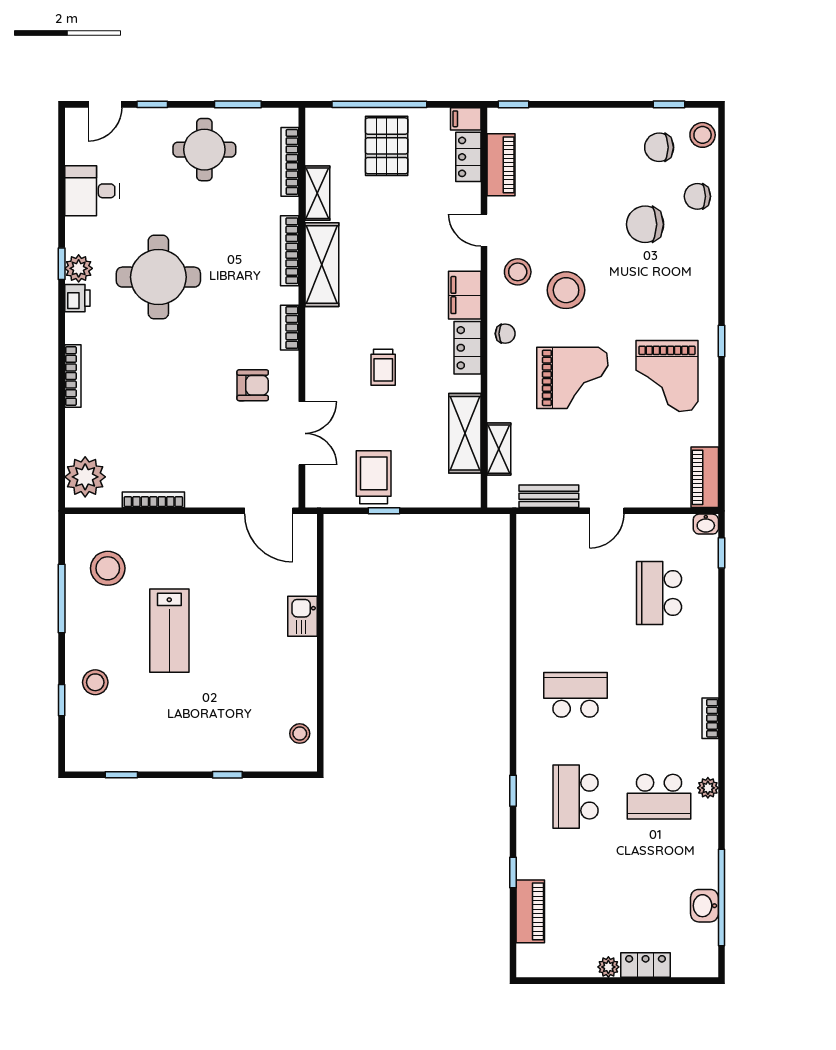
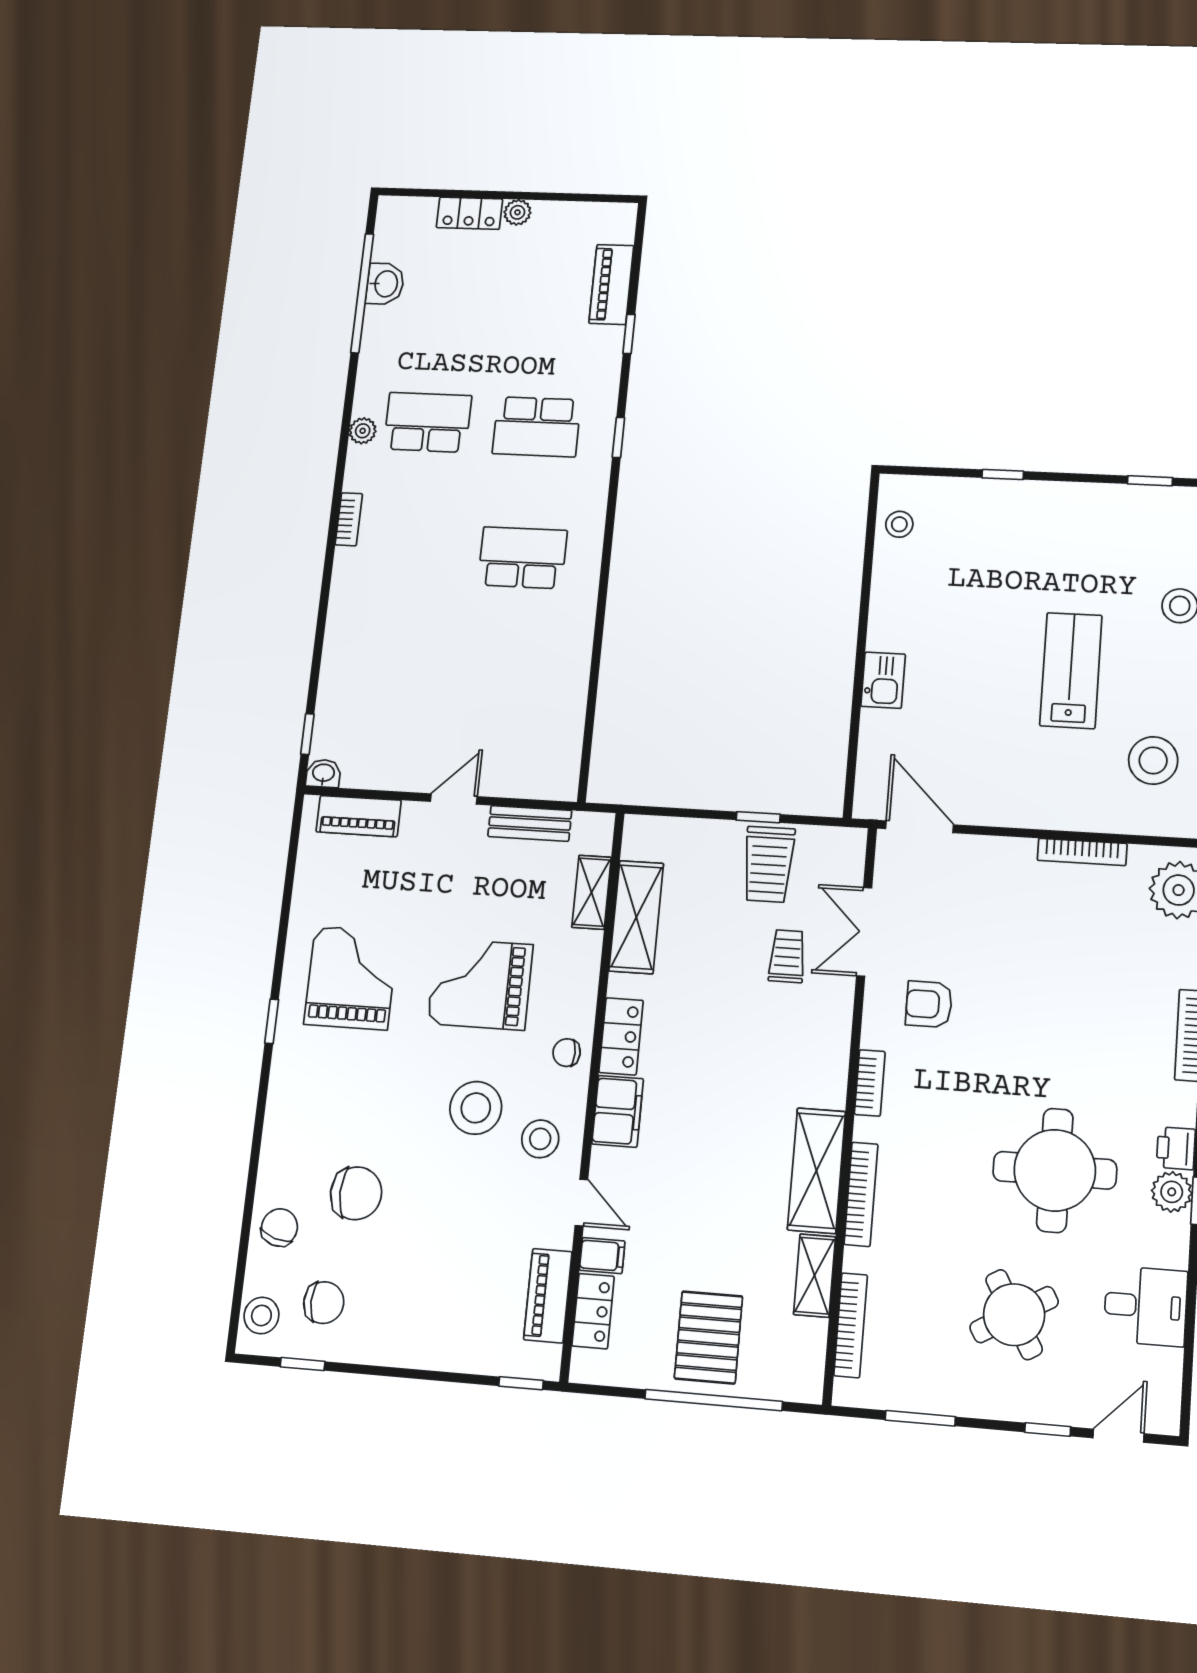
filing cabinet: (466, 119) -> (602, 1256), moved
round table: (204, 150) -> (1014, 1315), moved, turned -30
chair: (697, 196) -> (279, 1227), turned -73
trolley: (383, 367) -> (787, 956), moved
piano: (705, 477) -> (359, 816), moved, turned 90
school desk: (659, 593) -> (397, 686), removed
school desk: (576, 695) -> (522, 558), turned 180
school desk: (576, 797) -> (537, 427), turned 90

